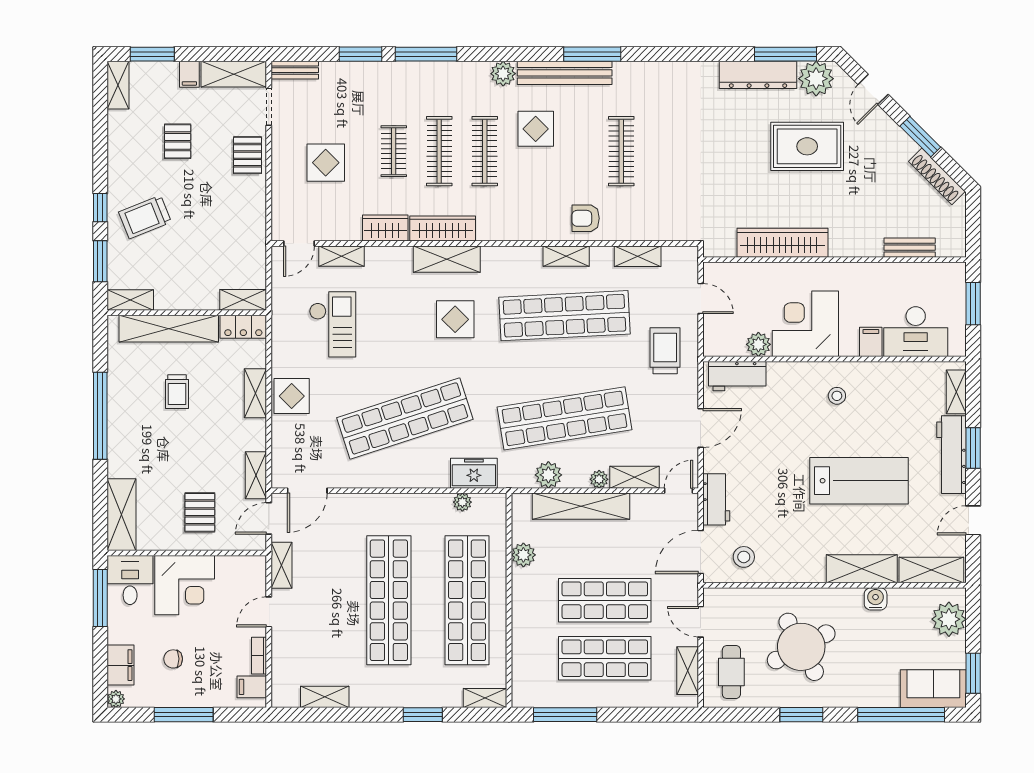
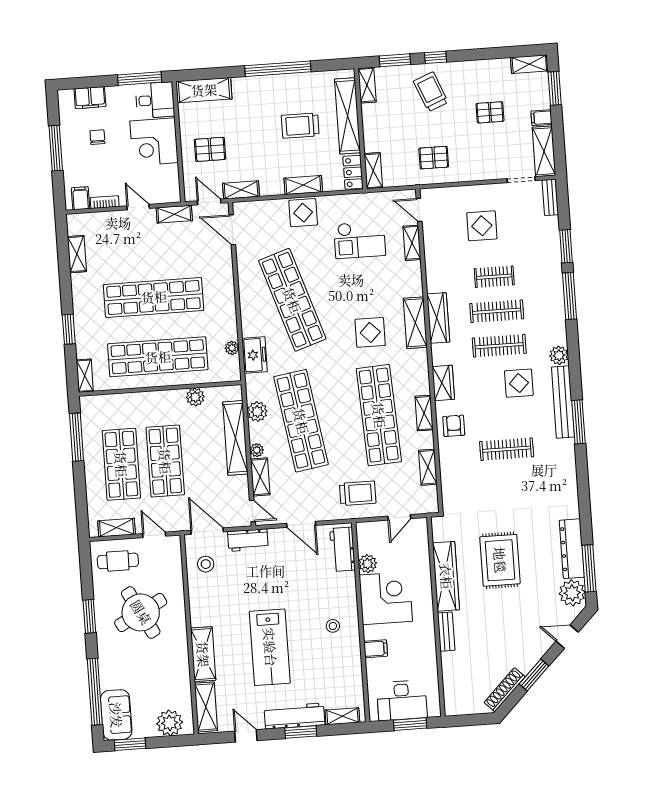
rug: (807, 146) -> (500, 560), moved
pallet: (247, 155) -> (434, 158), moved
wardrobe: (385, 228) -> (443, 383), moved
bench: (910, 248) -> (446, 632), moved
desk: (916, 332) -> (402, 700), moved, turned -90
trolley: (177, 392) -> (300, 126), width x1.36, depth x1.39
water cooler: (876, 599) -> (181, 666), removed
door: (701, 622) -> (154, 535), hinge flipped
plant: (116, 699) -> (64, 96), removed

